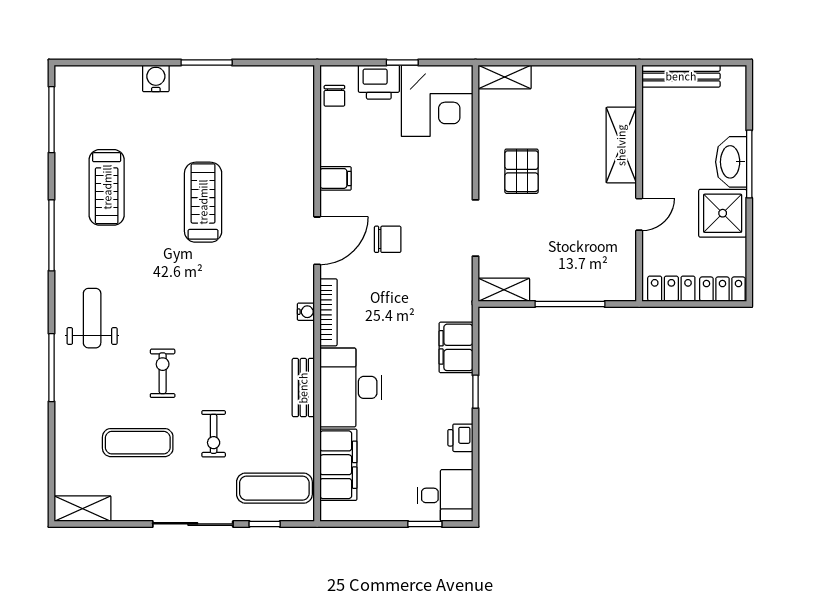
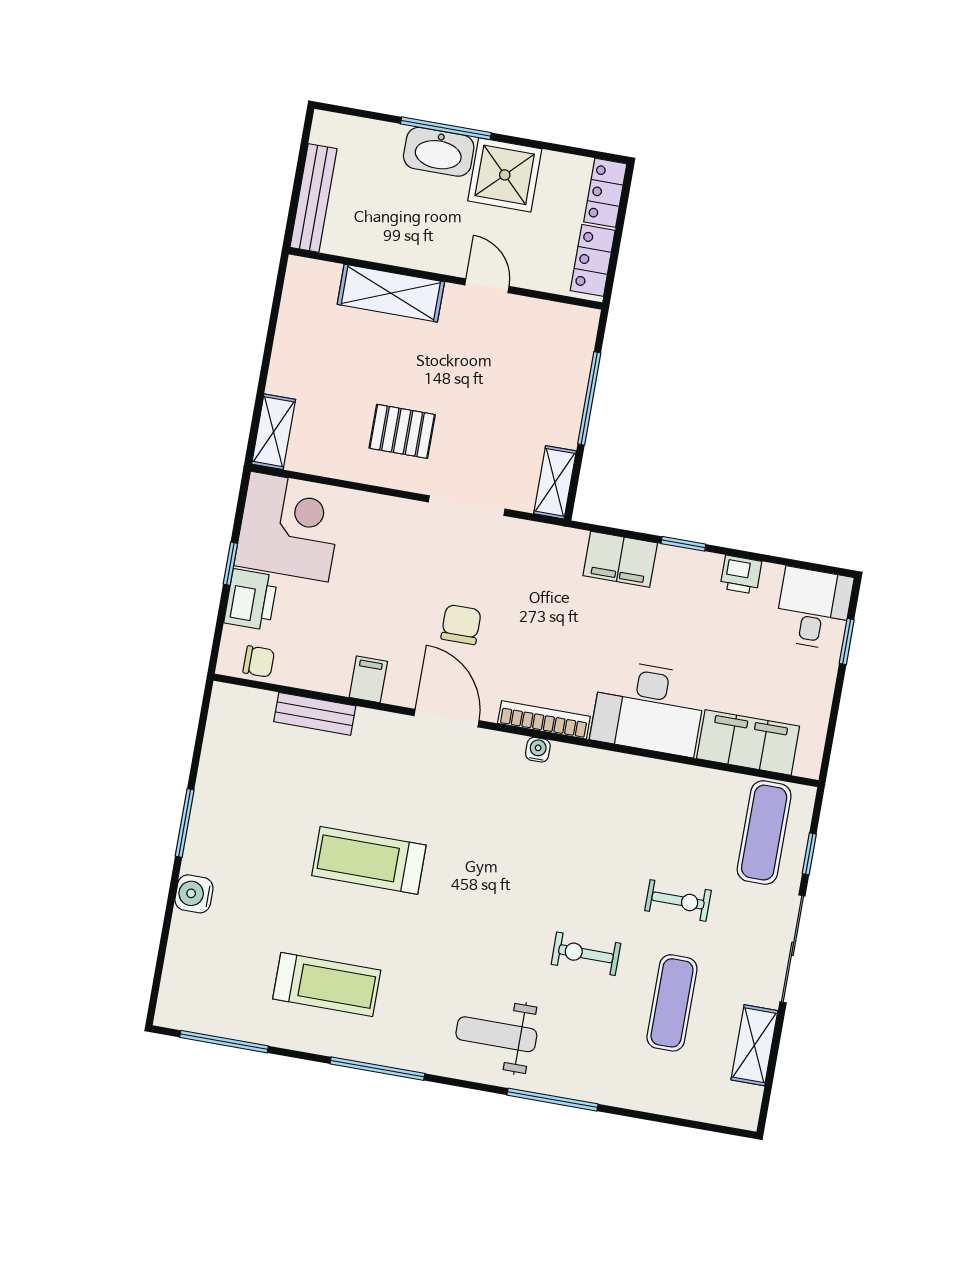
bench: (303, 388) -> (315, 714), moved
shelving: (83, 509) -> (754, 1045), moved

